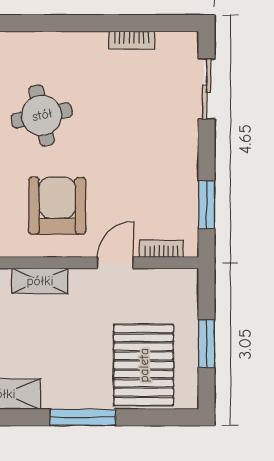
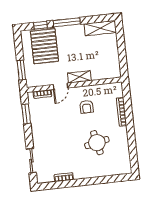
armchair: (57, 206) -> (87, 107), width x0.53, depth x0.53
shelving: (40, 281) -> (79, 77), moved
window: (207, 344) -> (21, 70), moved
window: (148, 417) -> (40, 25), added

